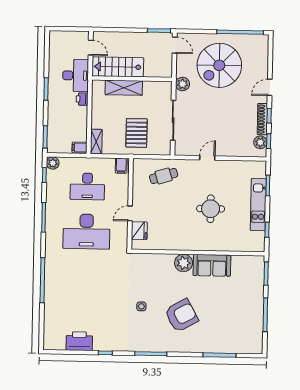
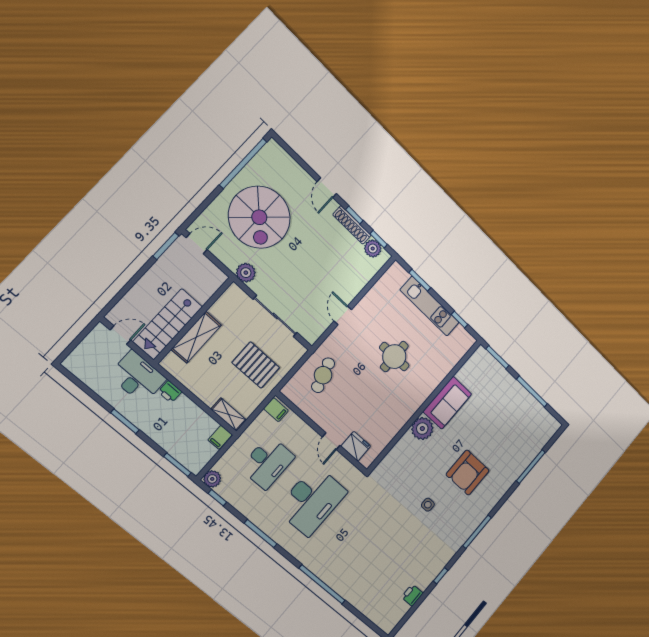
armchair: (181, 315) -> (468, 473), turned -151
printer: (79, 341) -> (412, 595), width x0.53, depth x0.68

